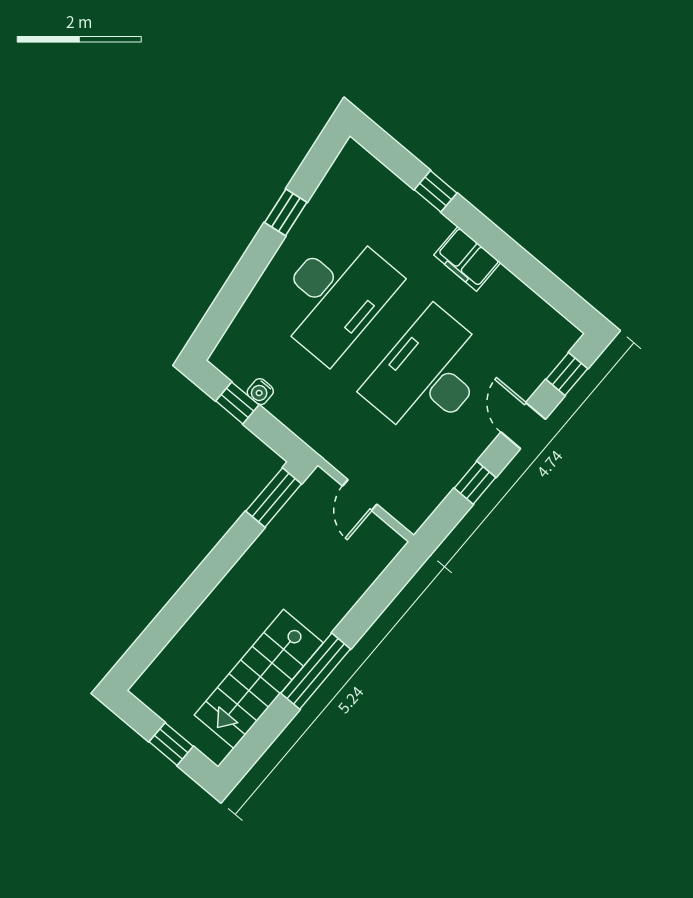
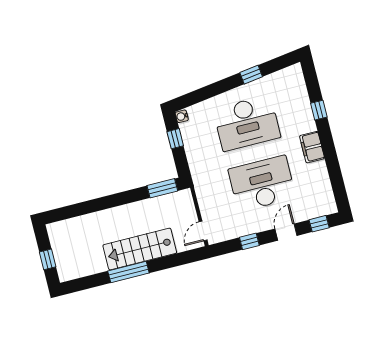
water cooler: (260, 392) -> (182, 116), moved
door: (360, 495) -> (203, 231), moved
stairs: (259, 679) -> (140, 249), moved

